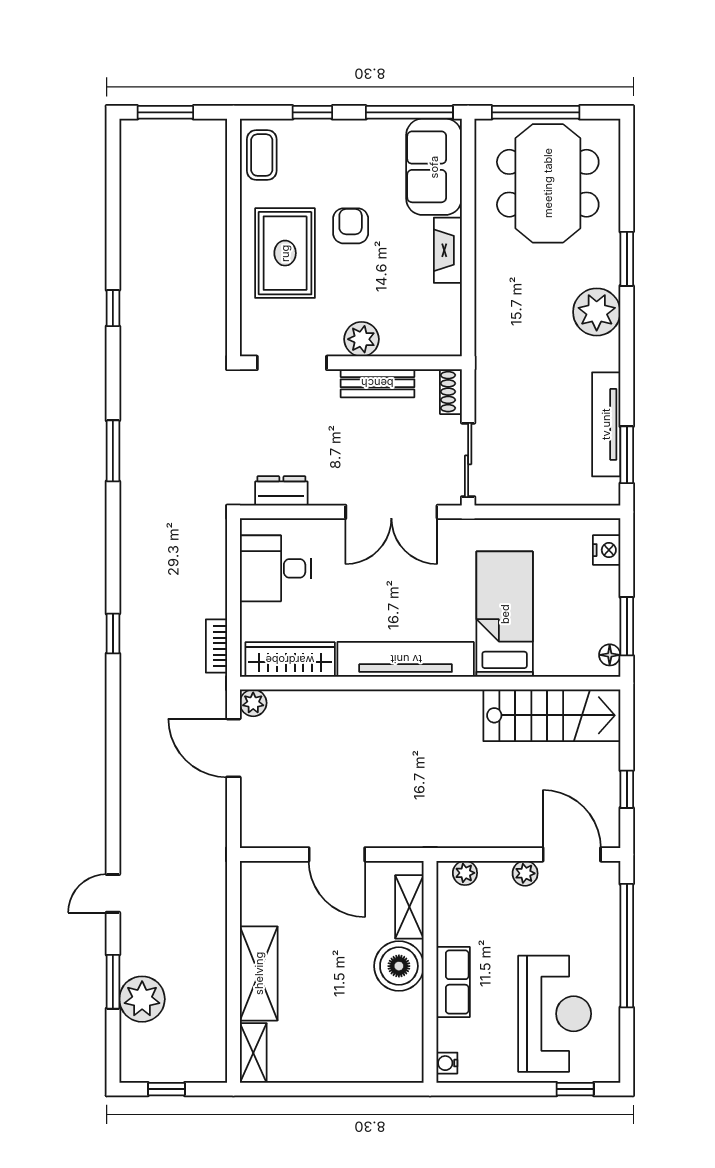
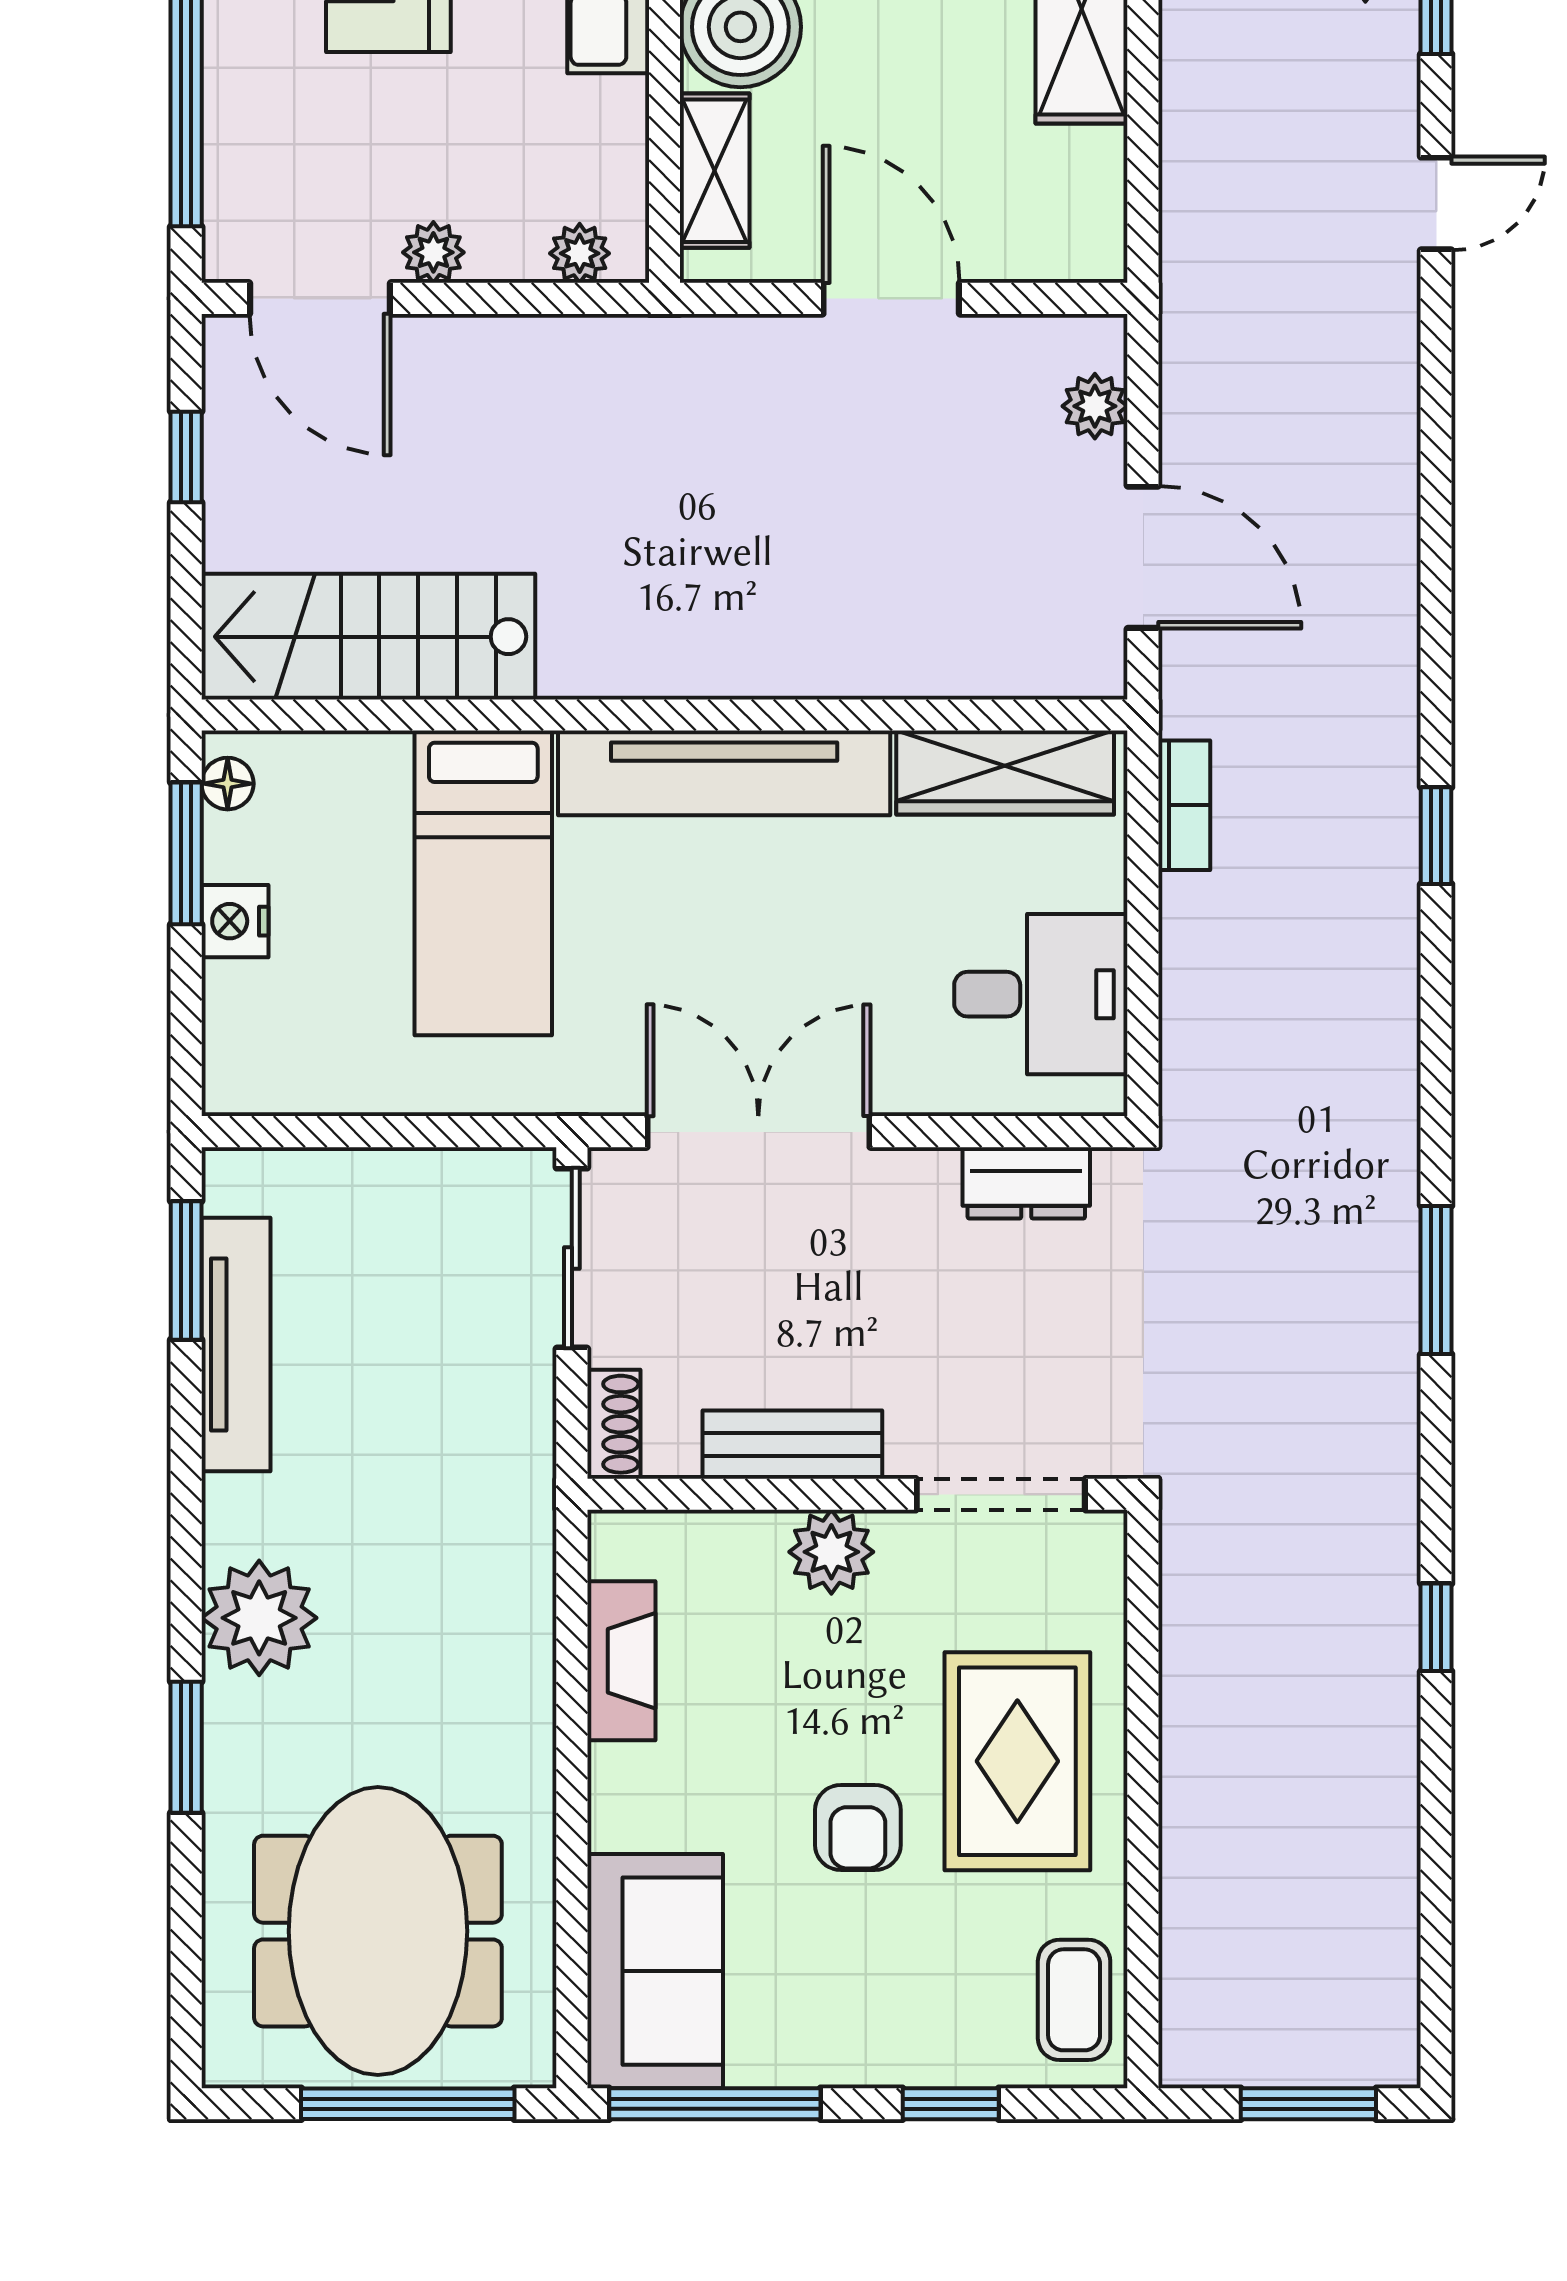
fireplace: (448, 250) -> (621, 1661), moved
nightstand: (607, 550) -> (235, 921), moved
plant: (253, 703) -> (1095, 406), moved

